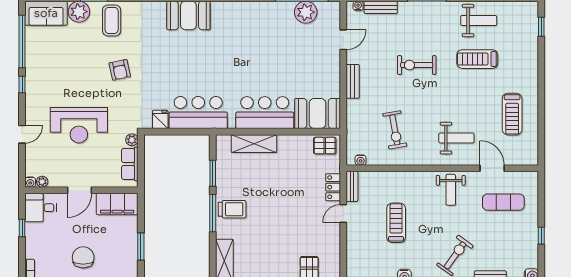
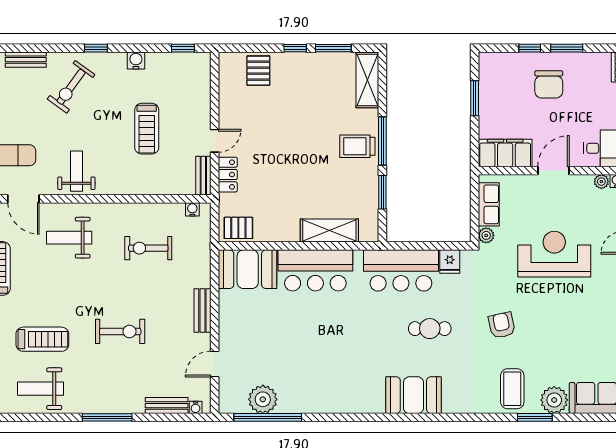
cafe table: (176, 67) -> (430, 329), added
exercise bike: (395, 130) -> (148, 248), turned -80

